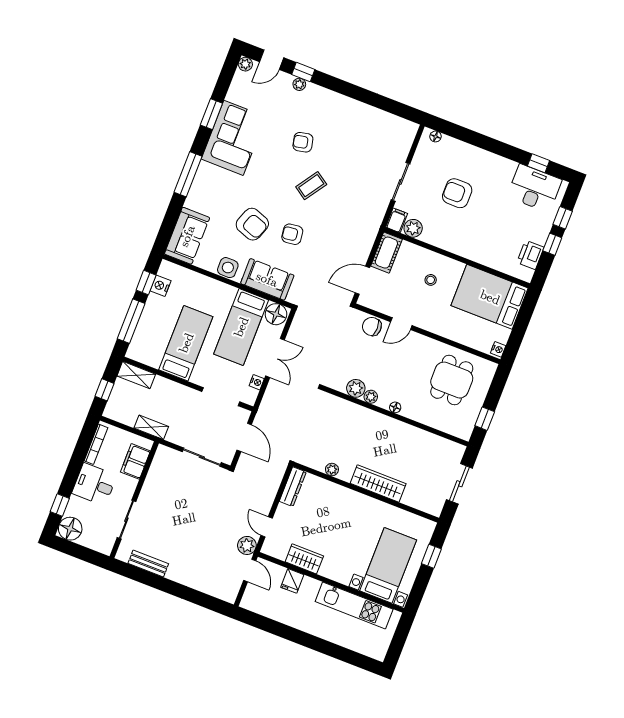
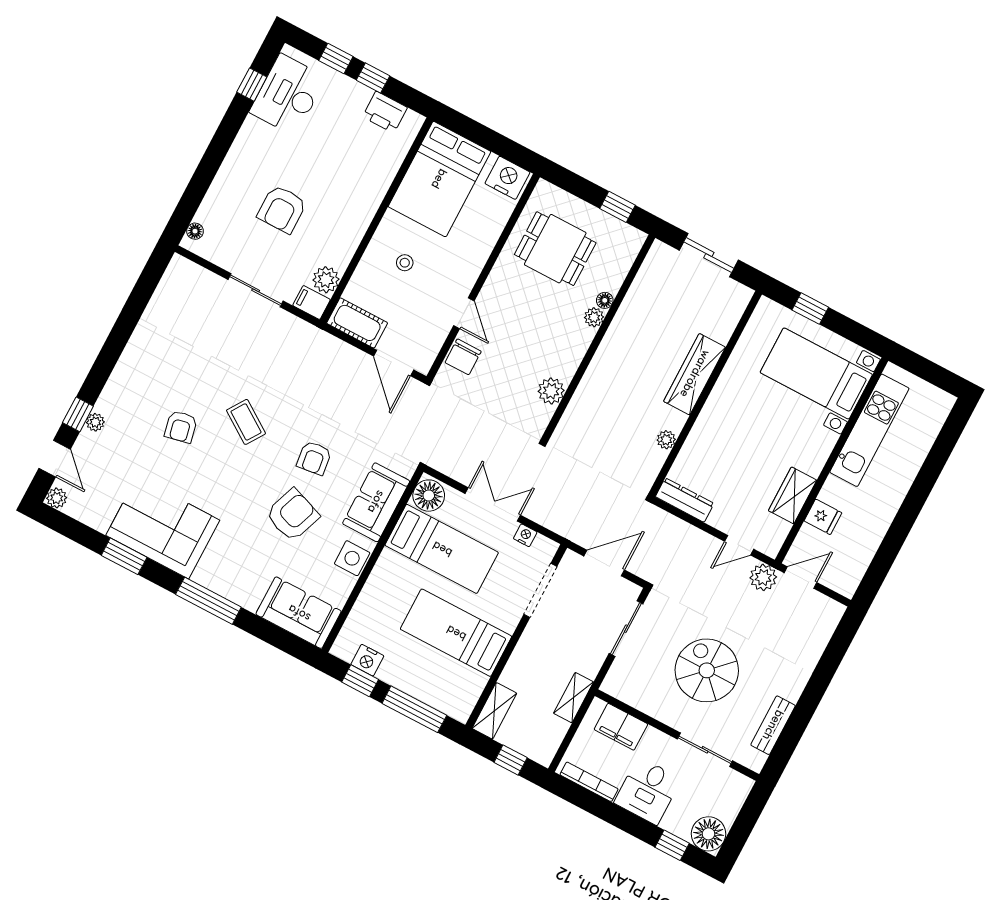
nightstand: (498, 349) -> (507, 178), width x1.89, depth x1.79
plant: (371, 397) -> (594, 317), moved
floor lamp: (395, 407) -> (605, 300), moved
spiral stairs: (180, 515) -> (707, 670), added

